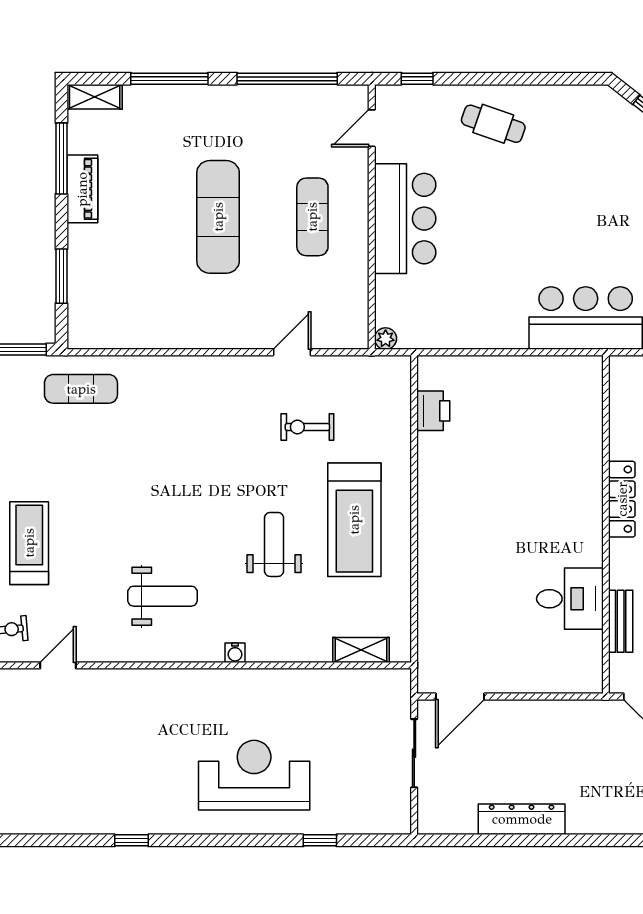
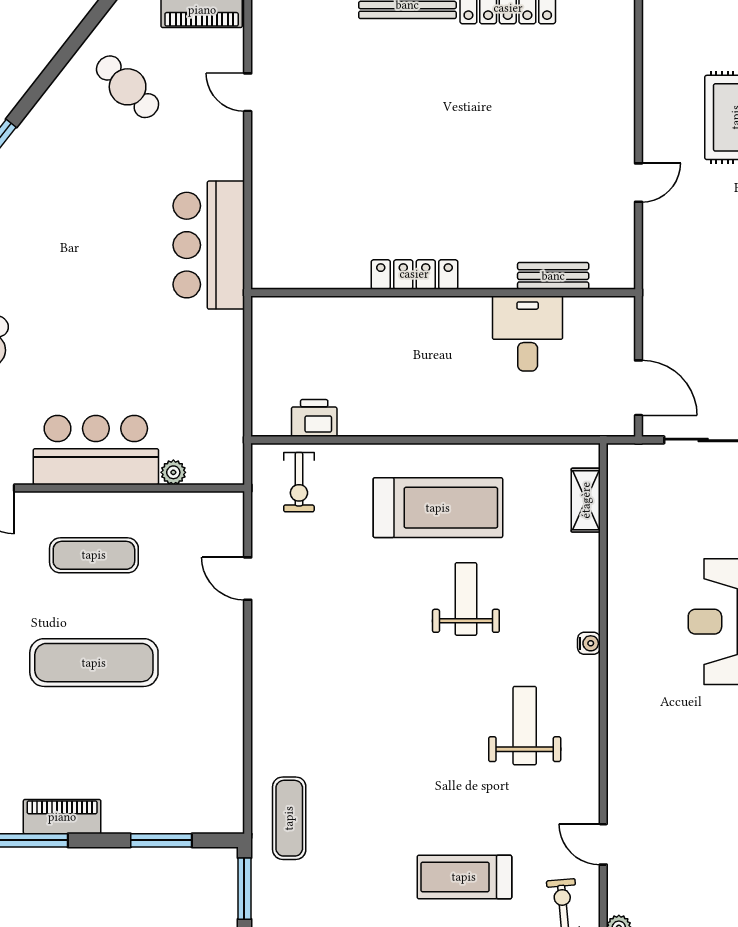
plant: (386, 339) -> (173, 472), moved
exercise bike: (307, 427) -> (299, 482), moved
locker: (622, 499) -> (414, 274), moved
wall: (606, 524) -> (443, 293), moved
weight bench: (274, 544) -> (466, 599), turned 90
desk: (570, 599) -> (528, 333), moved
bench: (621, 621) -> (553, 276), moved

